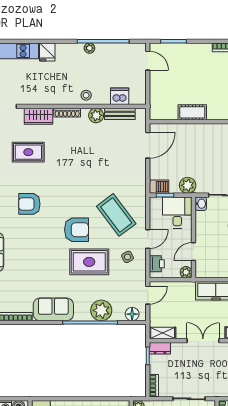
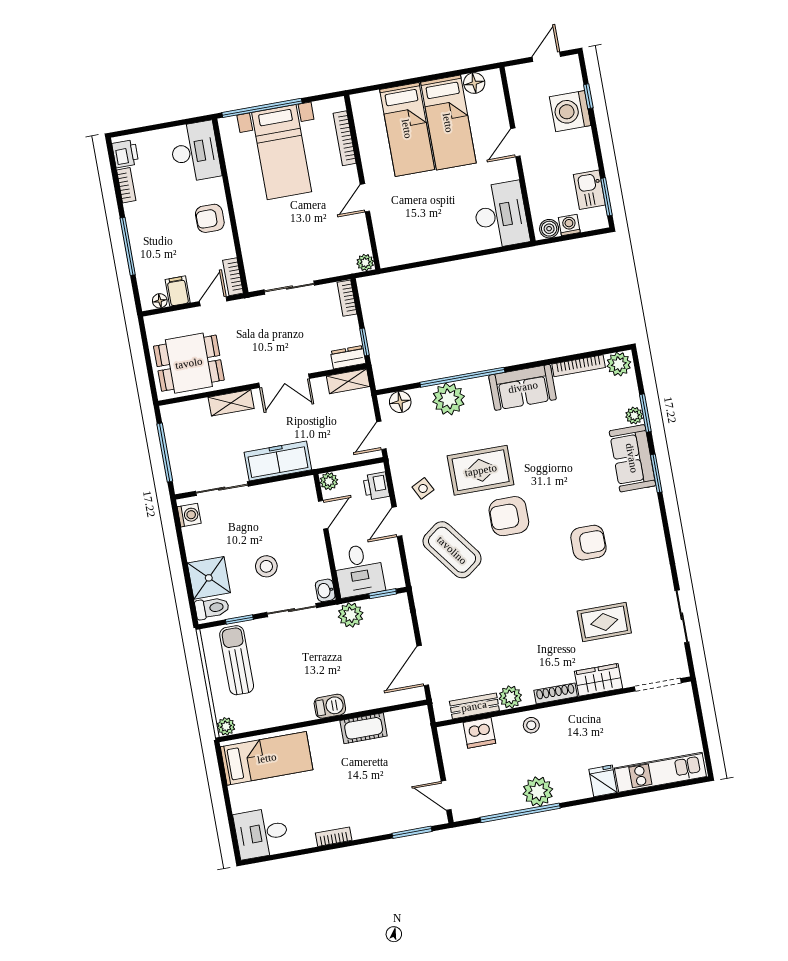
plant: (89, 48) -> (538, 792), width x1.87, depth x1.87
barbecue: (159, 187) -> (330, 706), moved, turned 180

